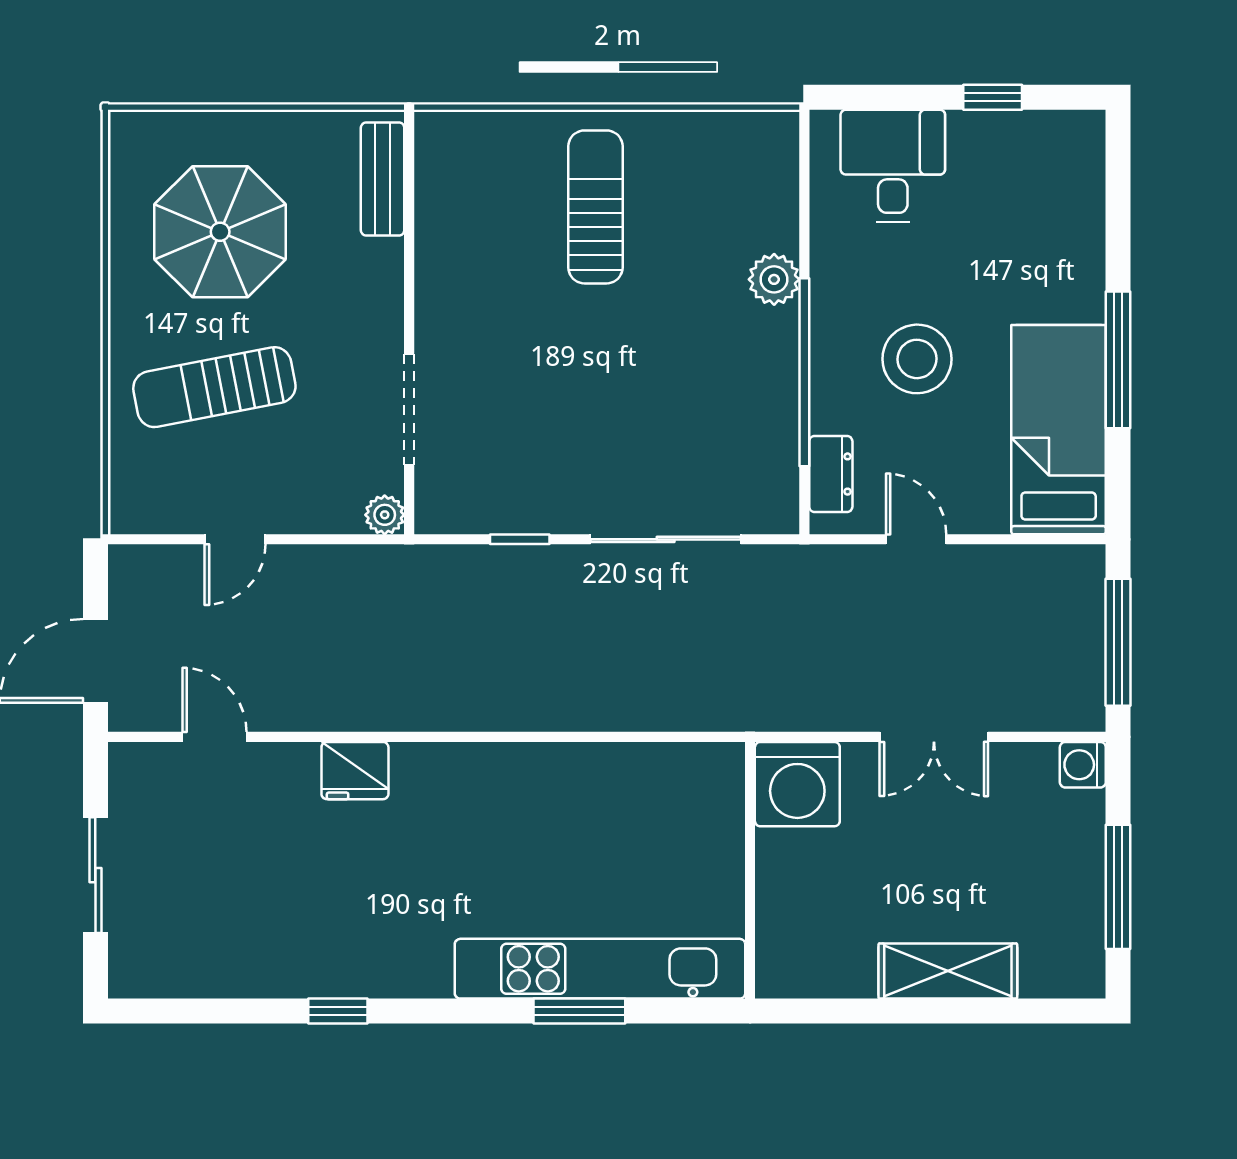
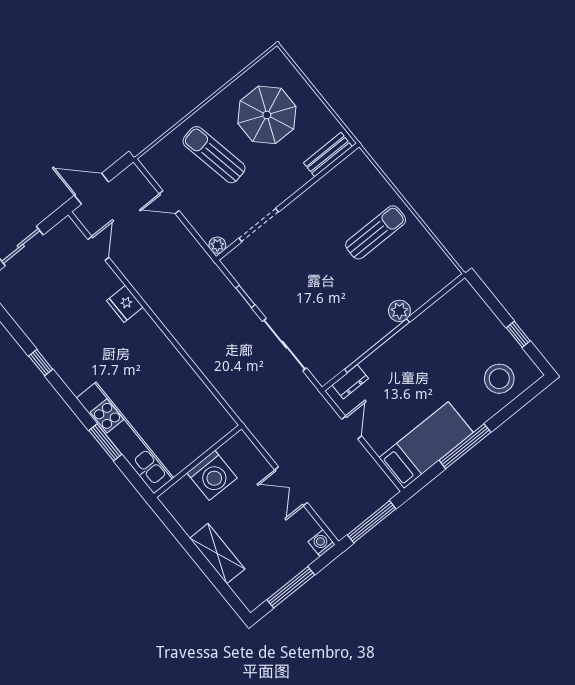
desk: (893, 166) -> (469, 320), removed
stool: (917, 359) -> (499, 379), moved
washing machine: (797, 784) -> (212, 475), moved, turned -90

